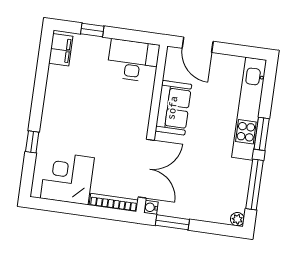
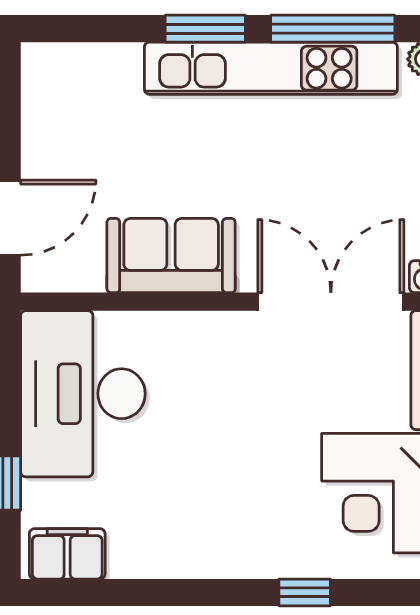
desk: (133, 61) -> (83, 394), width x1.36, depth x1.30
kitchen unit: (249, 109) -> (271, 68), moved

